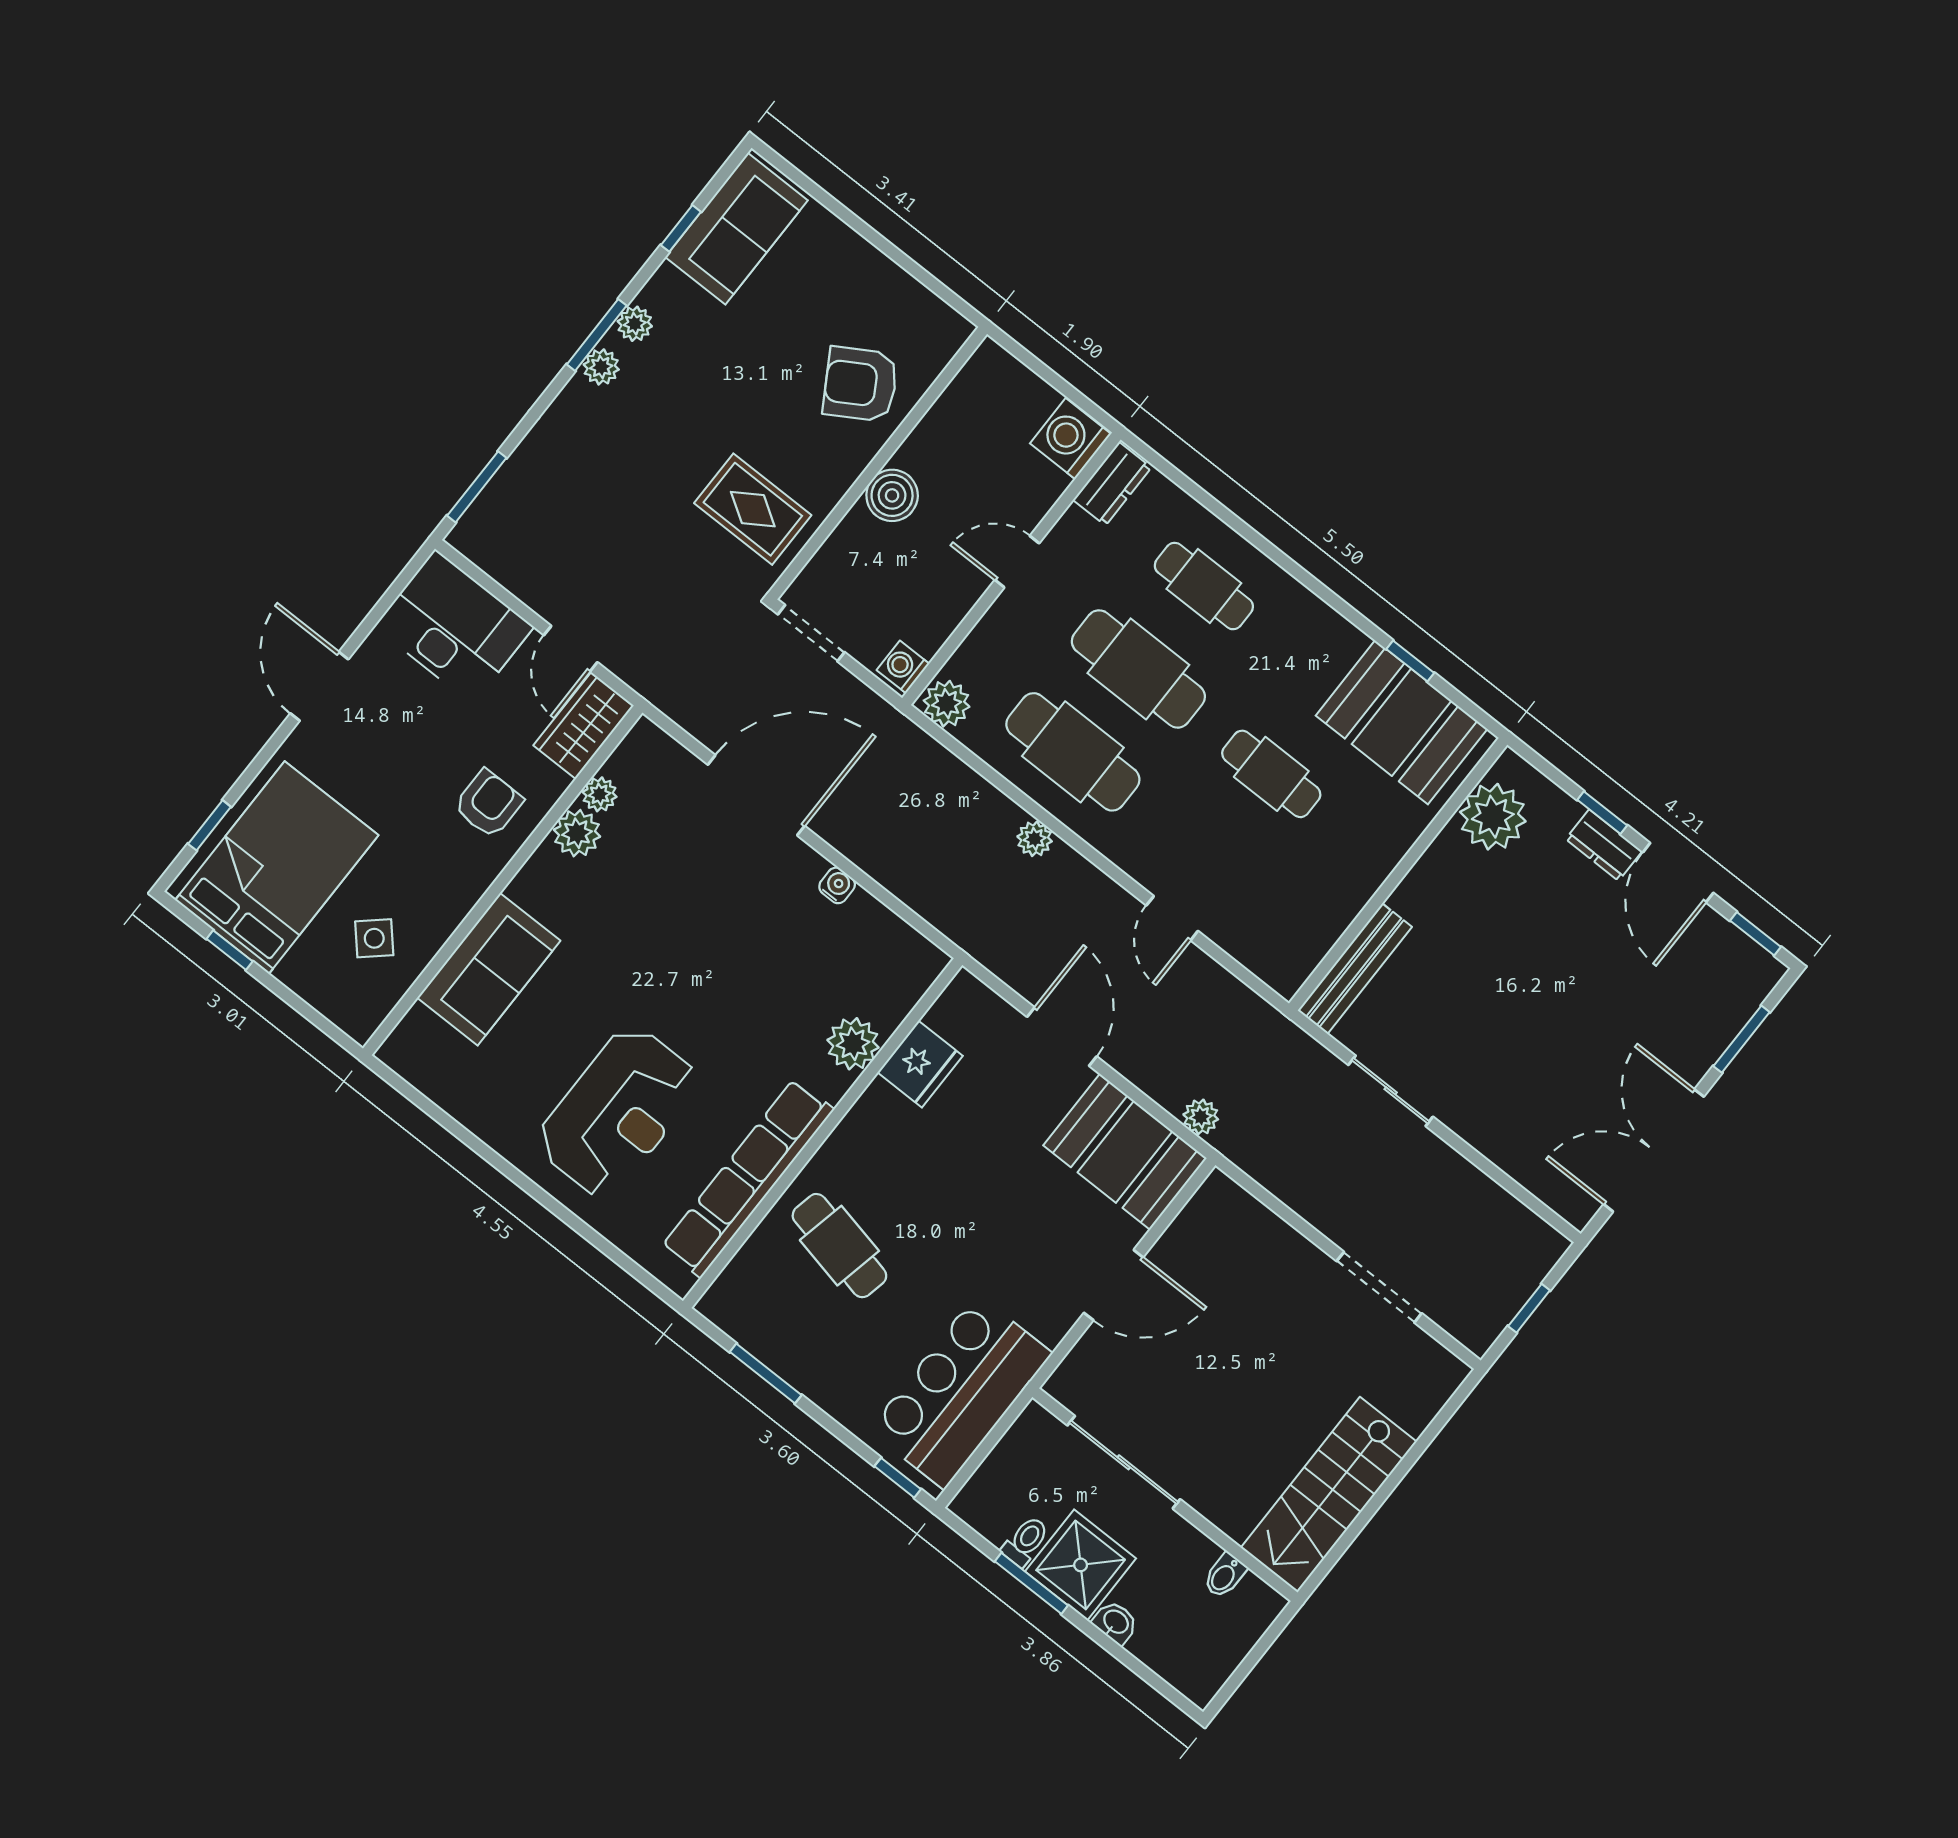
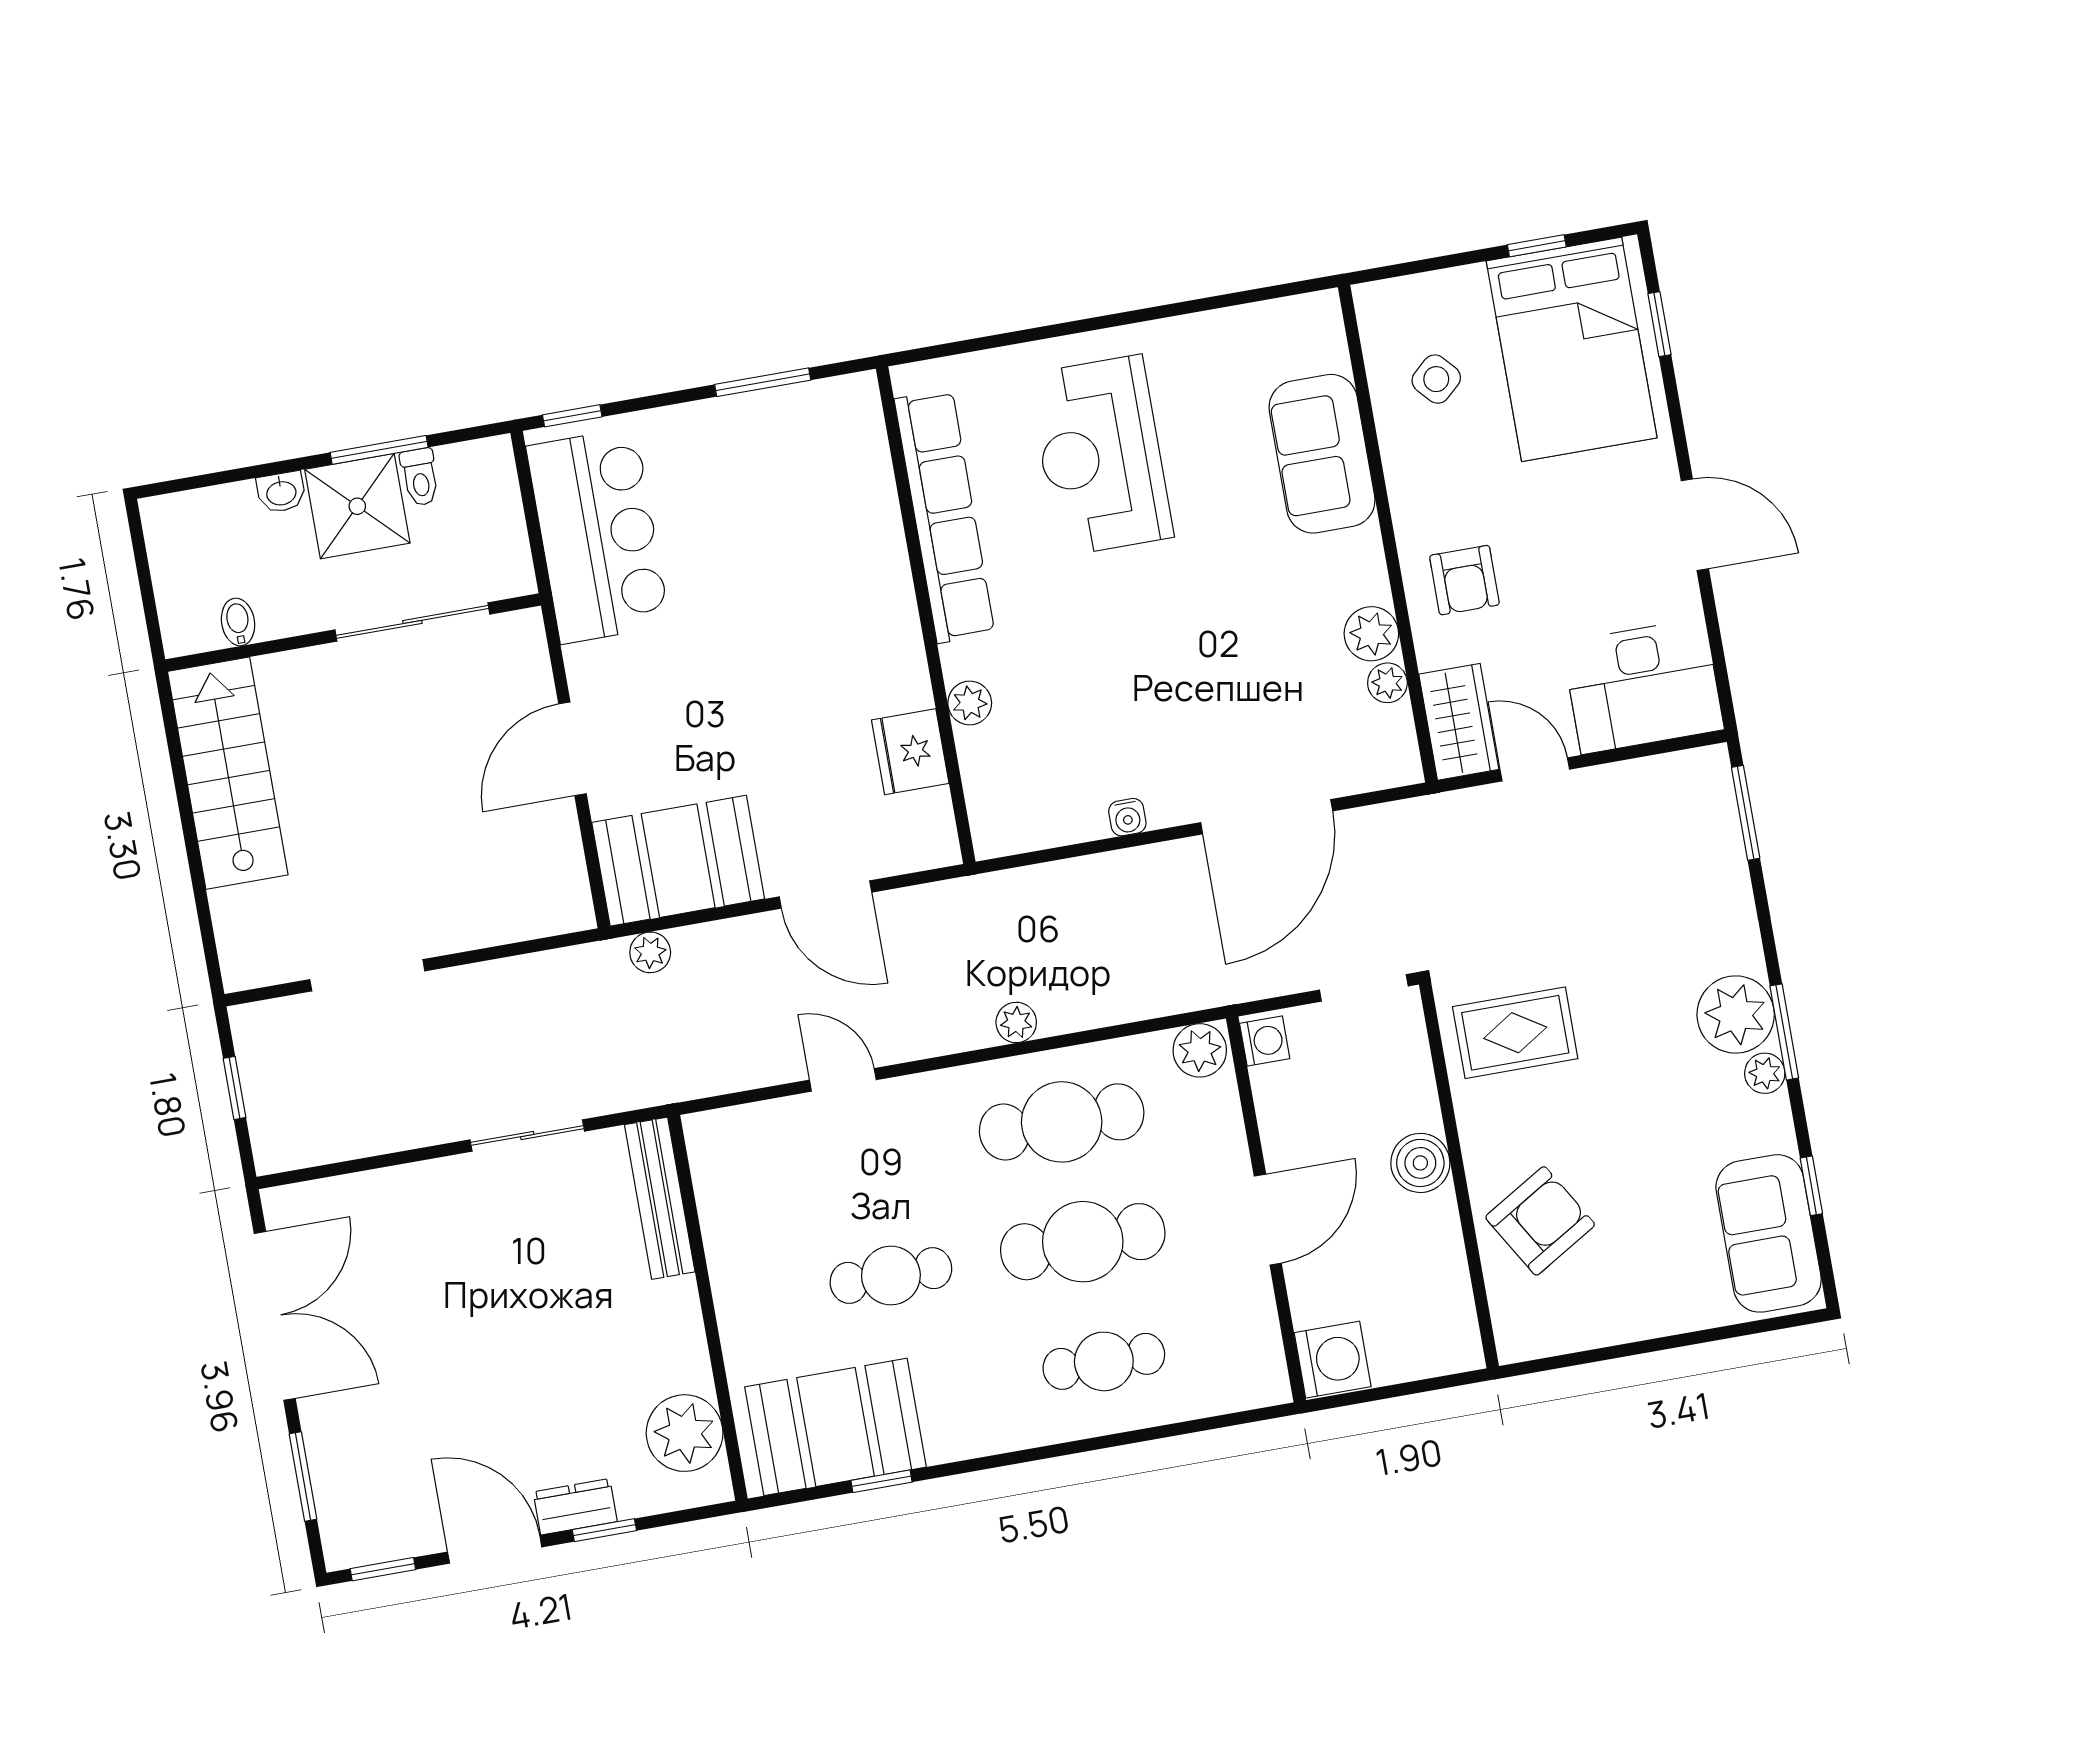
plant: (601, 367) -> (1736, 1014), width x1.87, depth x1.87
dresser: (1112, 484) -> (1262, 1361), removed
door: (1017, 562) -> (1268, 1220), width x1.38
plant: (853, 1044) -> (970, 703), width x0.73, depth x0.73
cafe table: (839, 1246) -> (816, 543), removed

